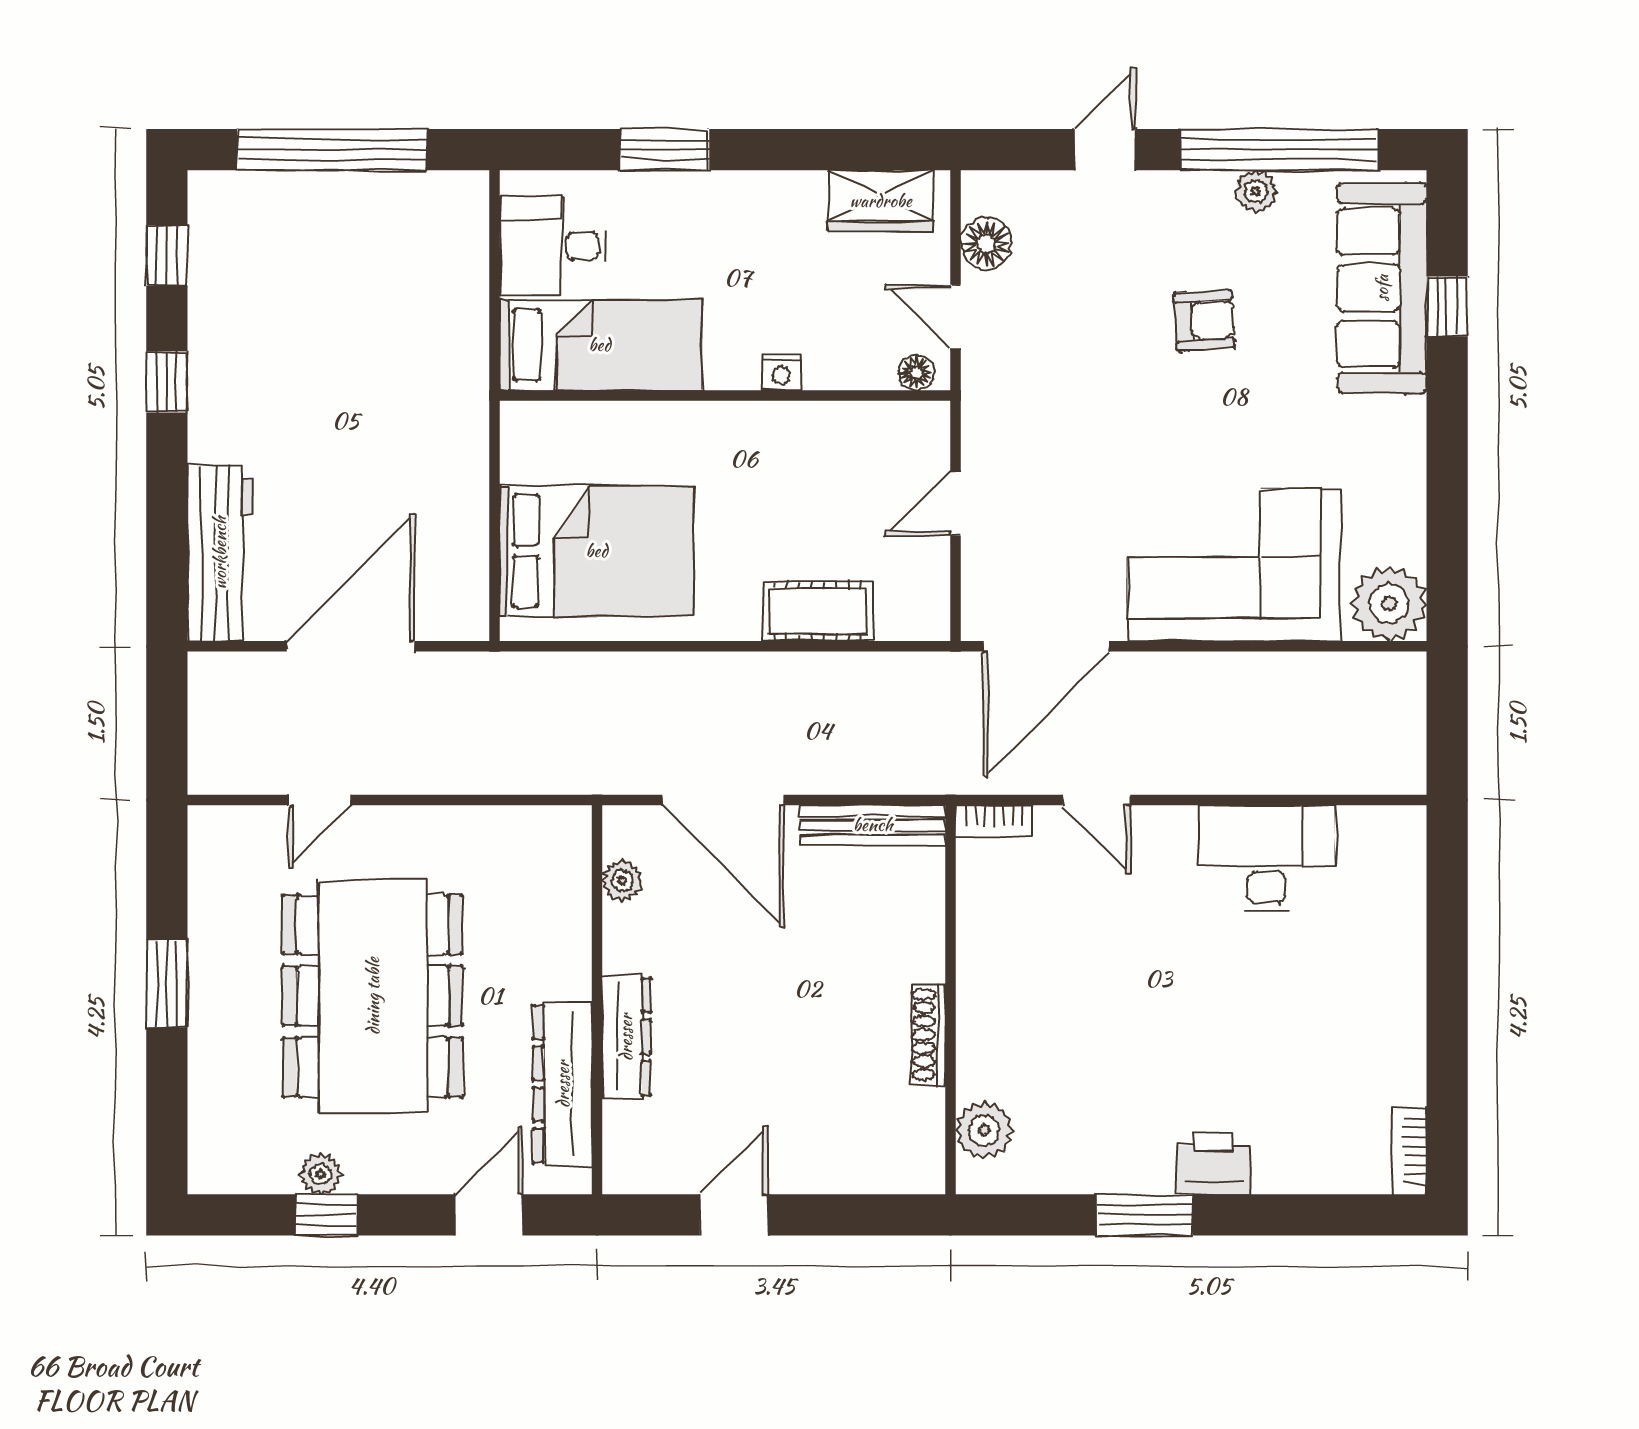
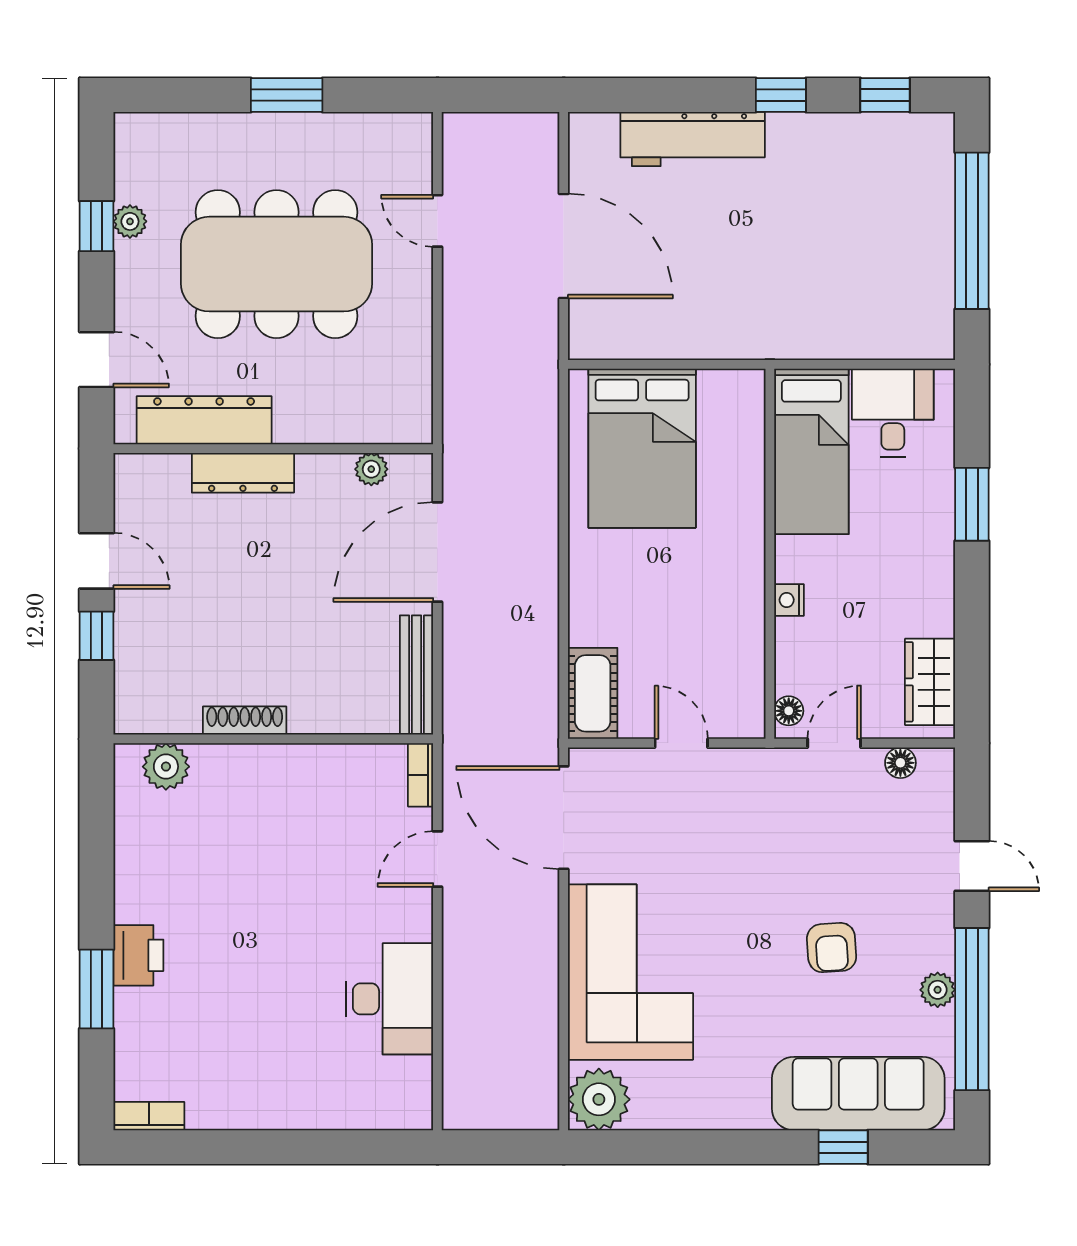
floor lamp: (986, 243) -> (900, 763), width x0.73, depth x0.73
workbench: (220, 553) -> (693, 139), moved
cot: (818, 611) -> (593, 693), moved
window: (825, 1215) -> (97, 636), added
window: (1145, 1215) -> (97, 989), moved

